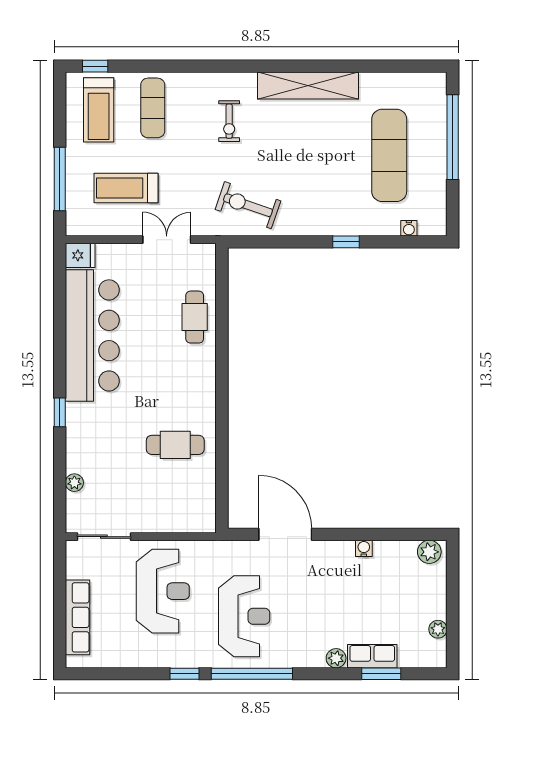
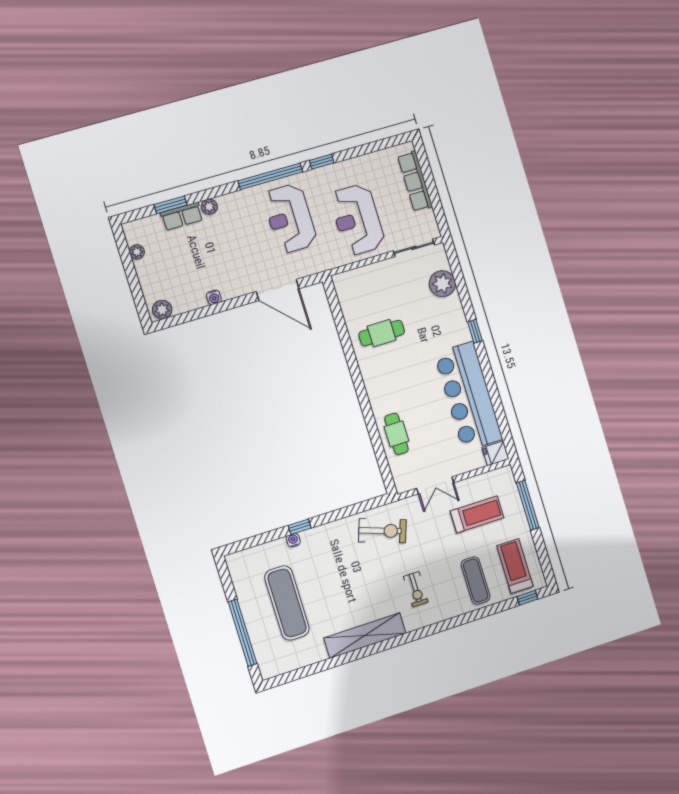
exercise bike: (229, 121) -> (416, 589), turned 180
water cooler: (409, 228) -> (293, 540), moved
plant: (74, 483) -> (442, 284), width x1.88, depth x1.88

